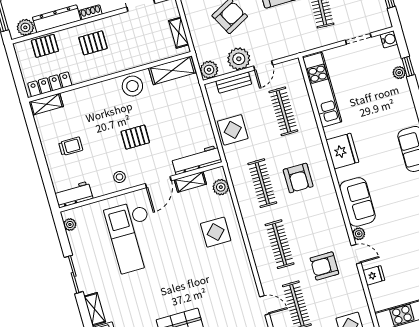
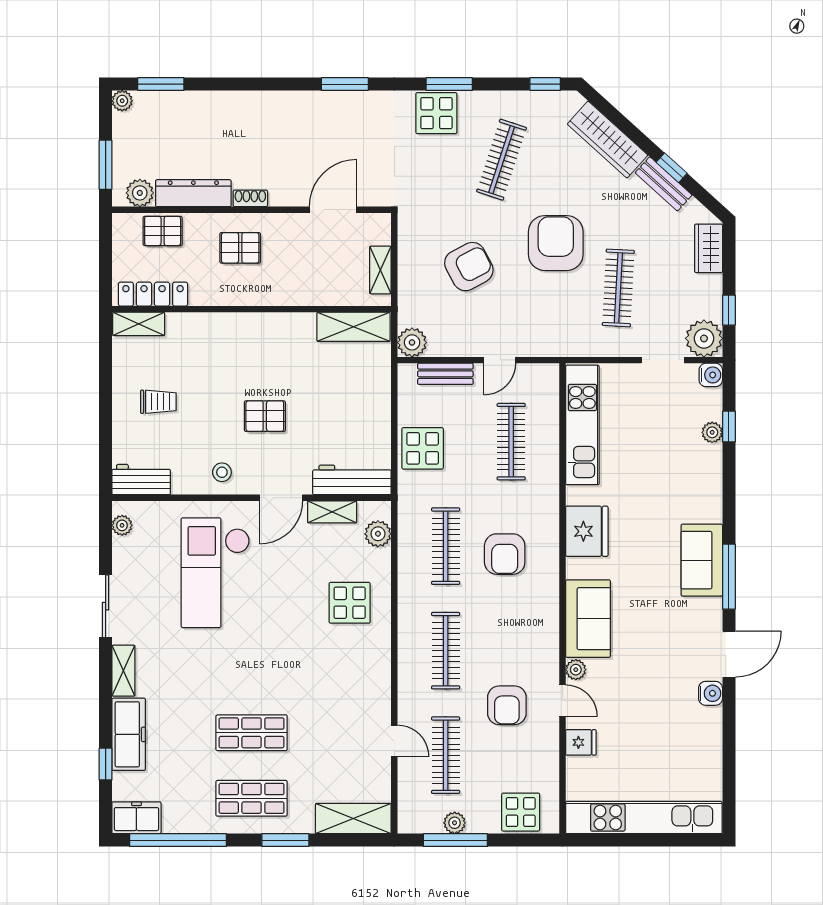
plant: (239, 59) -> (704, 338), moved
stool: (132, 86) -> (283, 334), removed
armchair: (324, 266) -> (507, 705), turned -90

